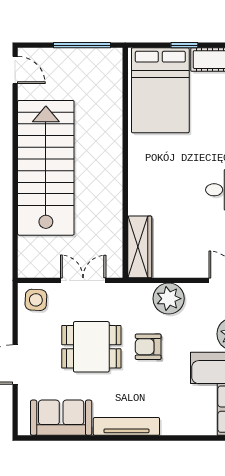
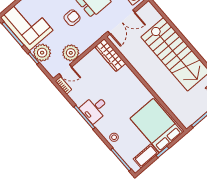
double door: (83, 280) -> (121, 22), width x1.37
plant: (169, 299) -> (71, 53), moved

